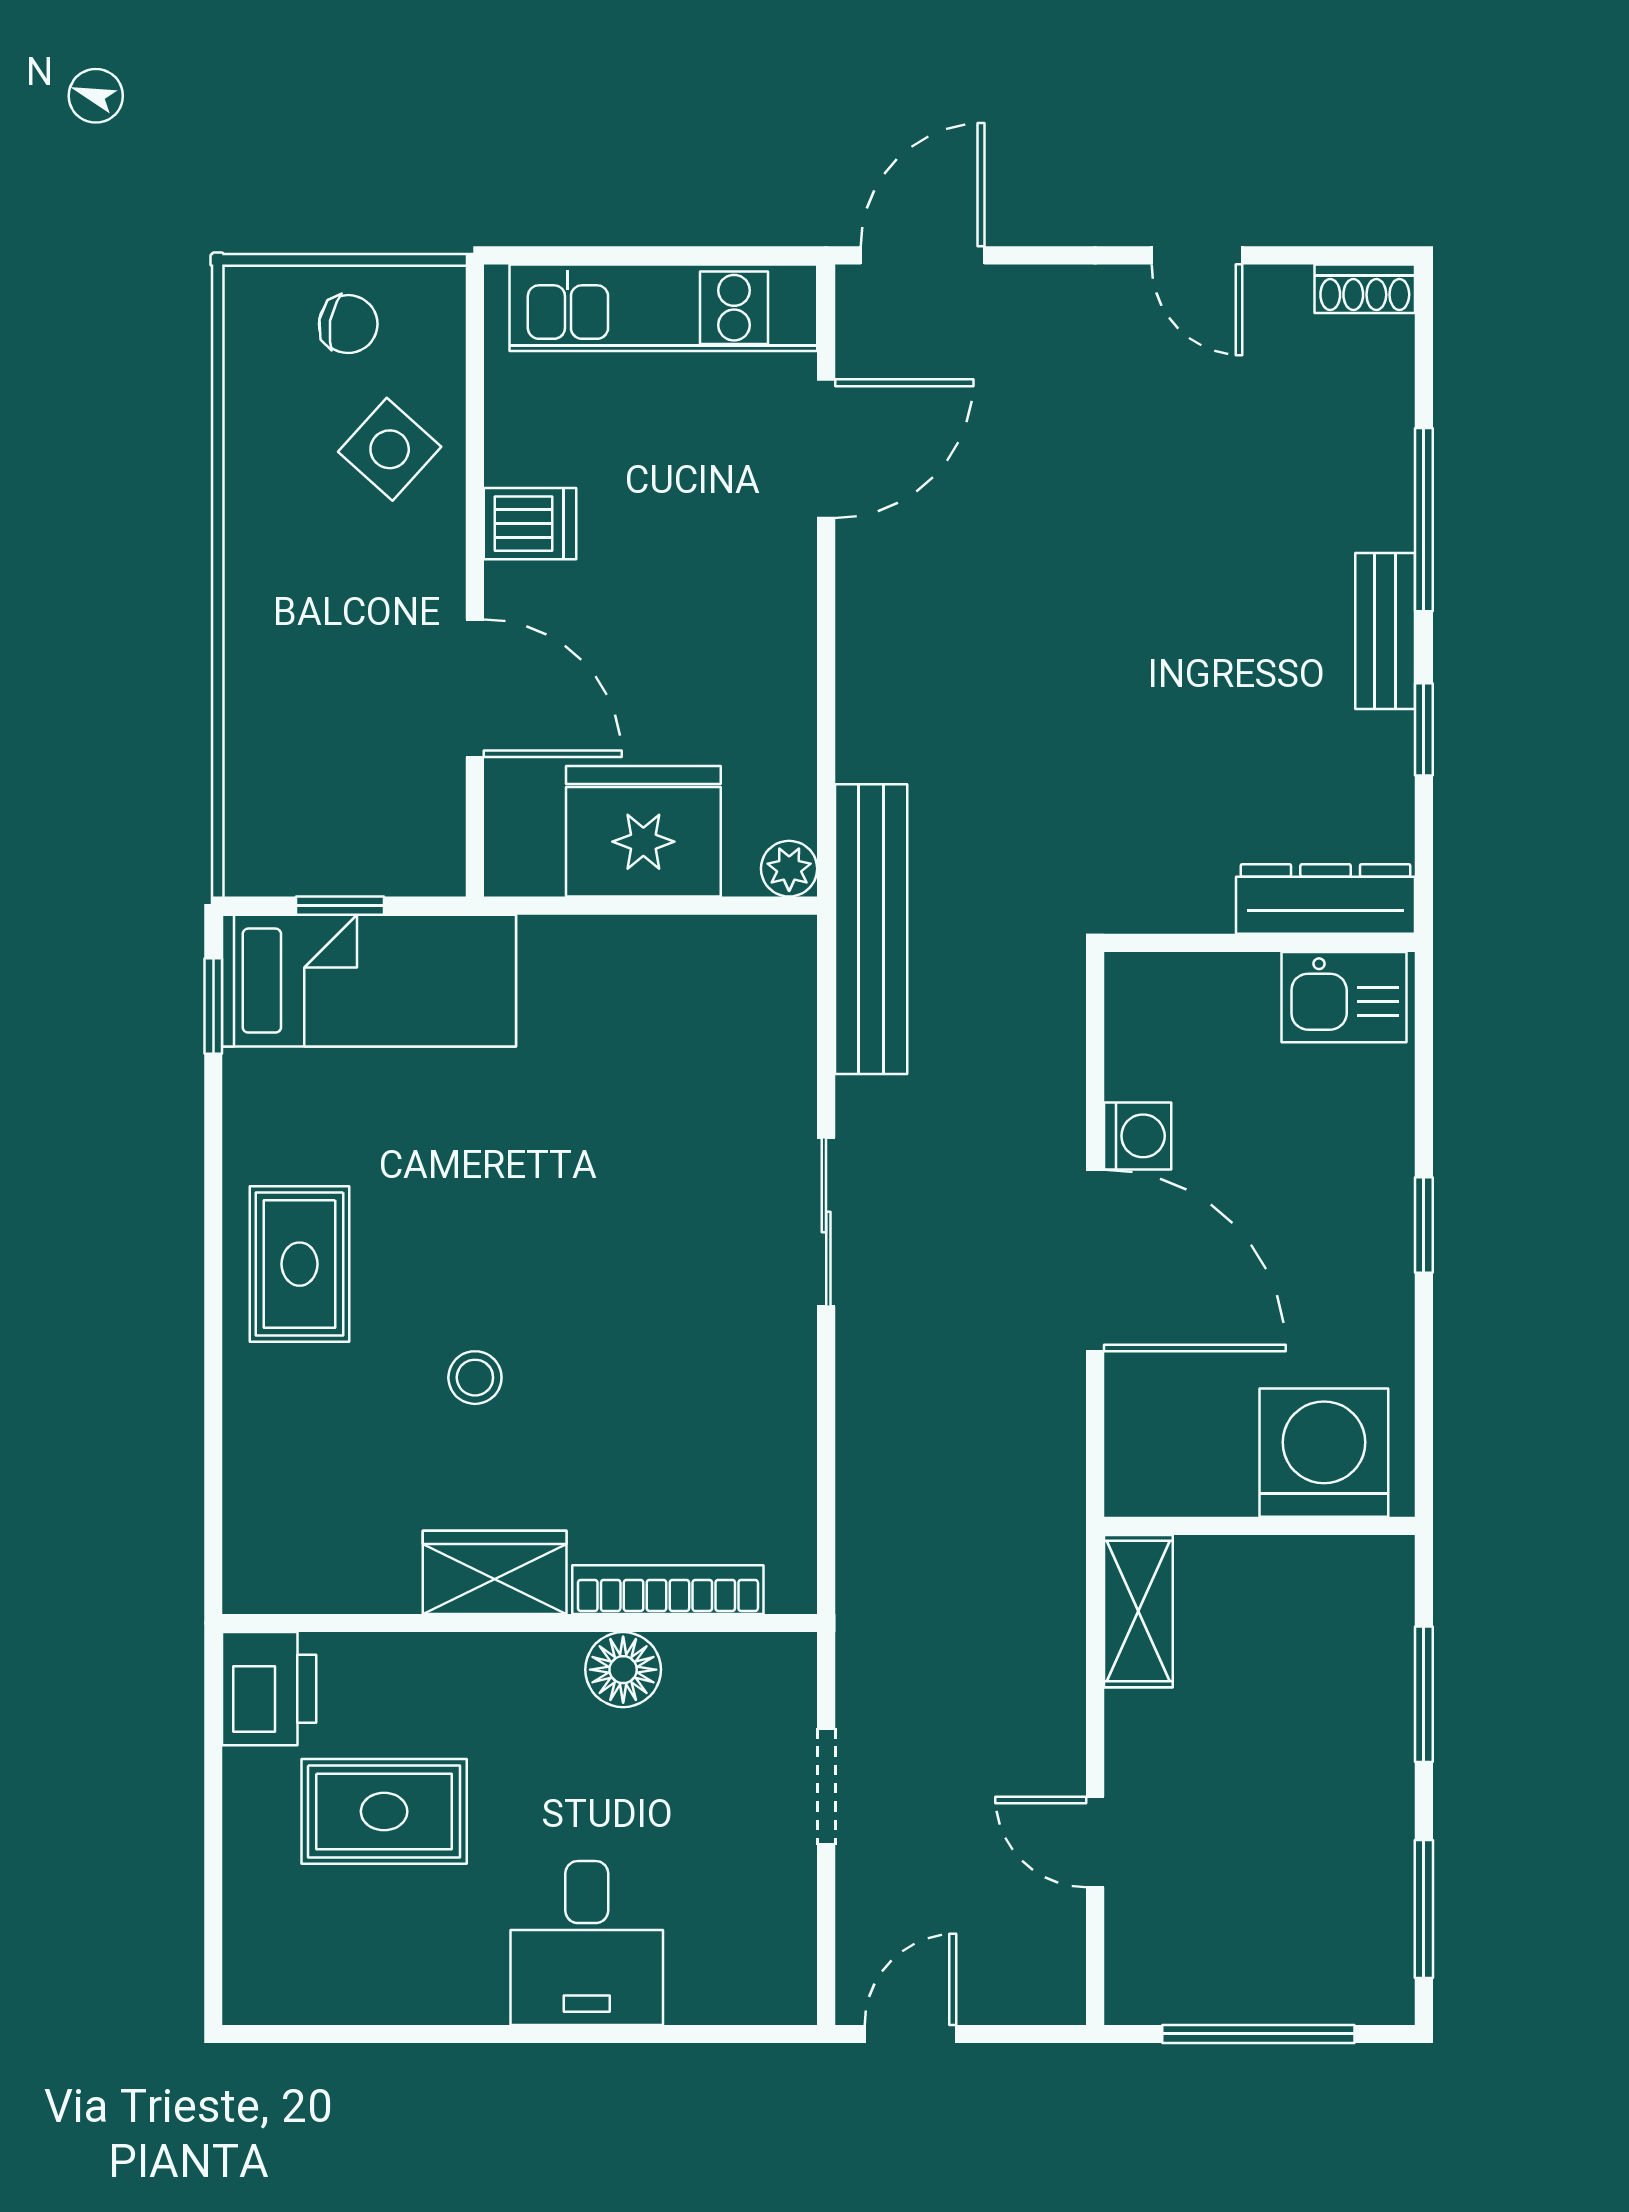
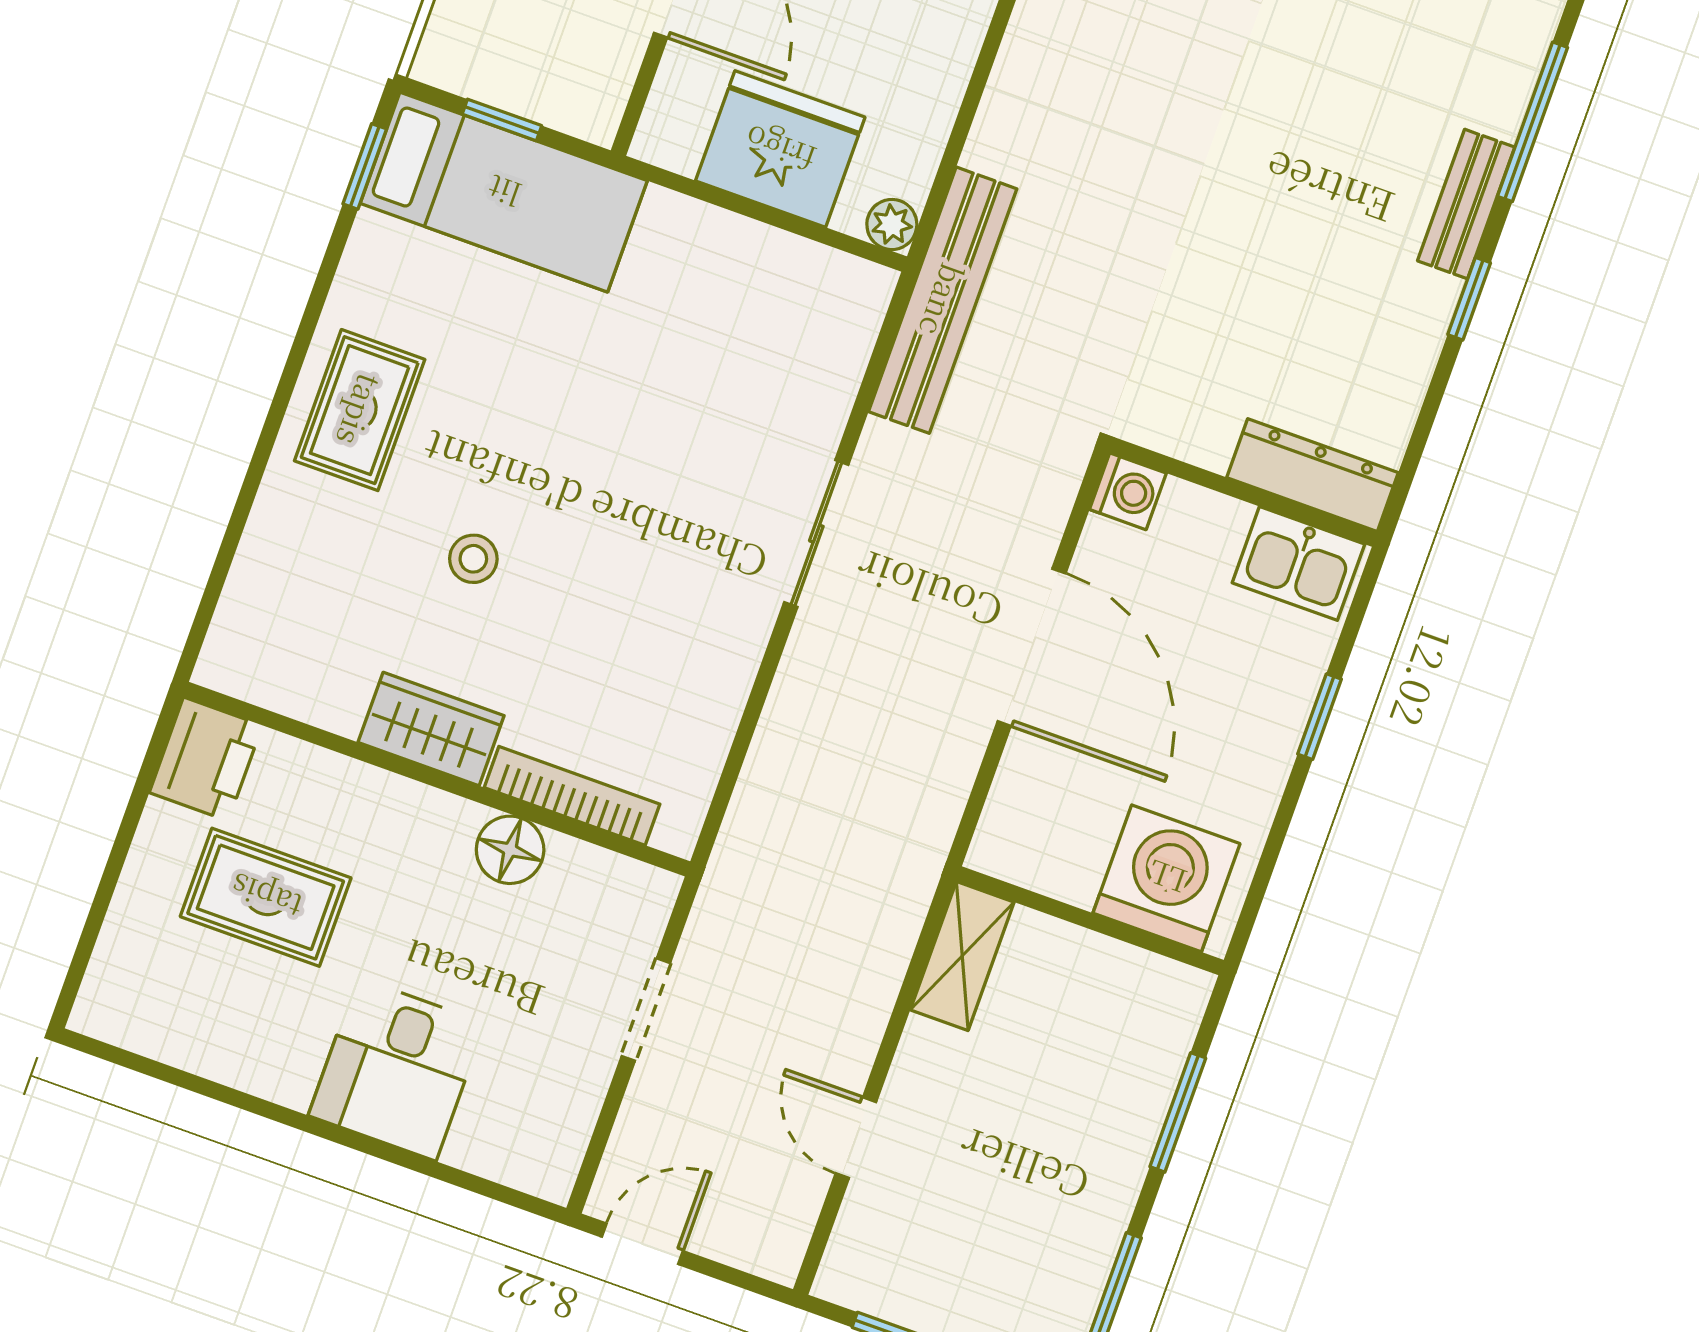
dresser: (1326, 899) -> (1312, 475), moved
wall: (1259, 943) -> (1243, 492), moved
kitchen sink: (1344, 997) -> (1298, 563), moved
washing machine: (1138, 1136) -> (1128, 491), moved

